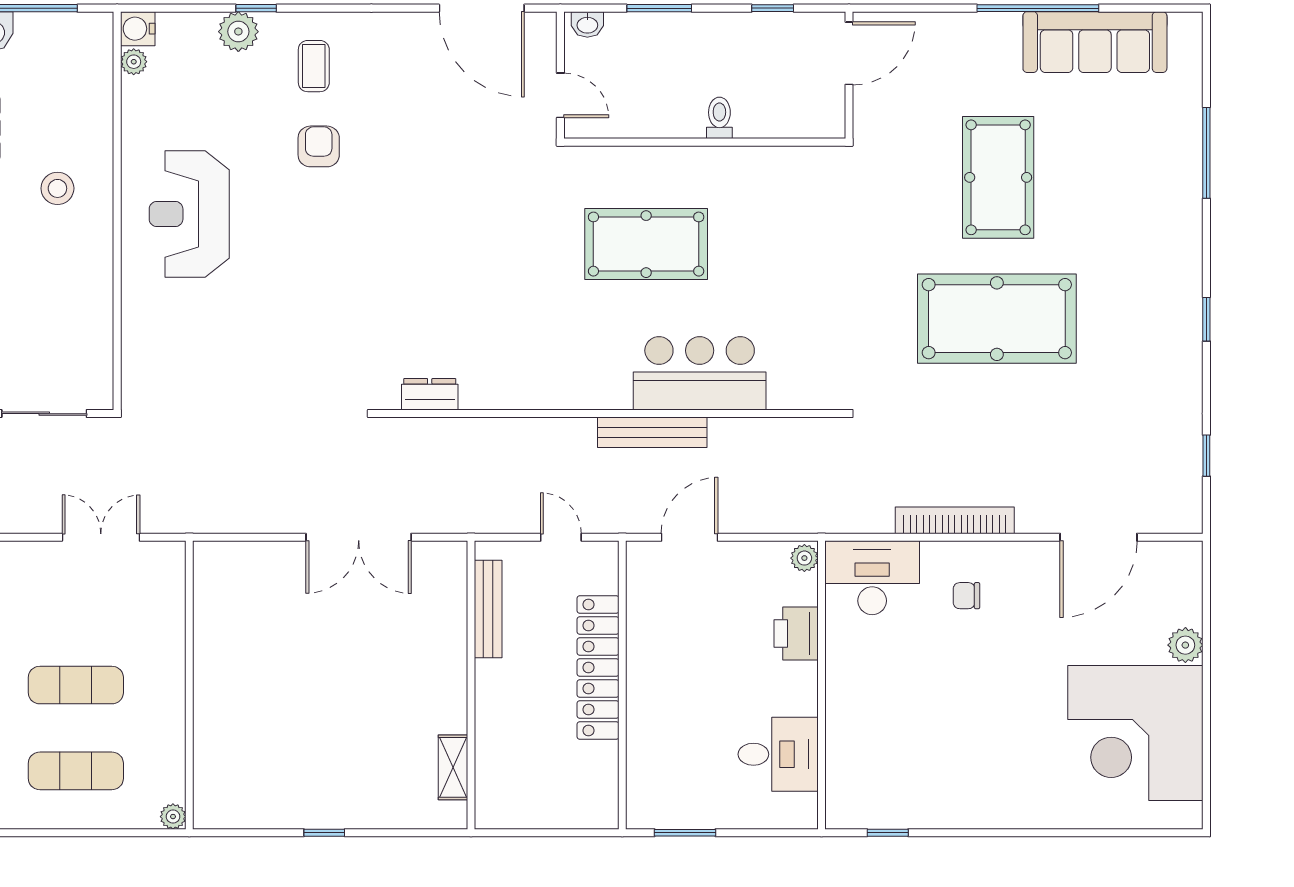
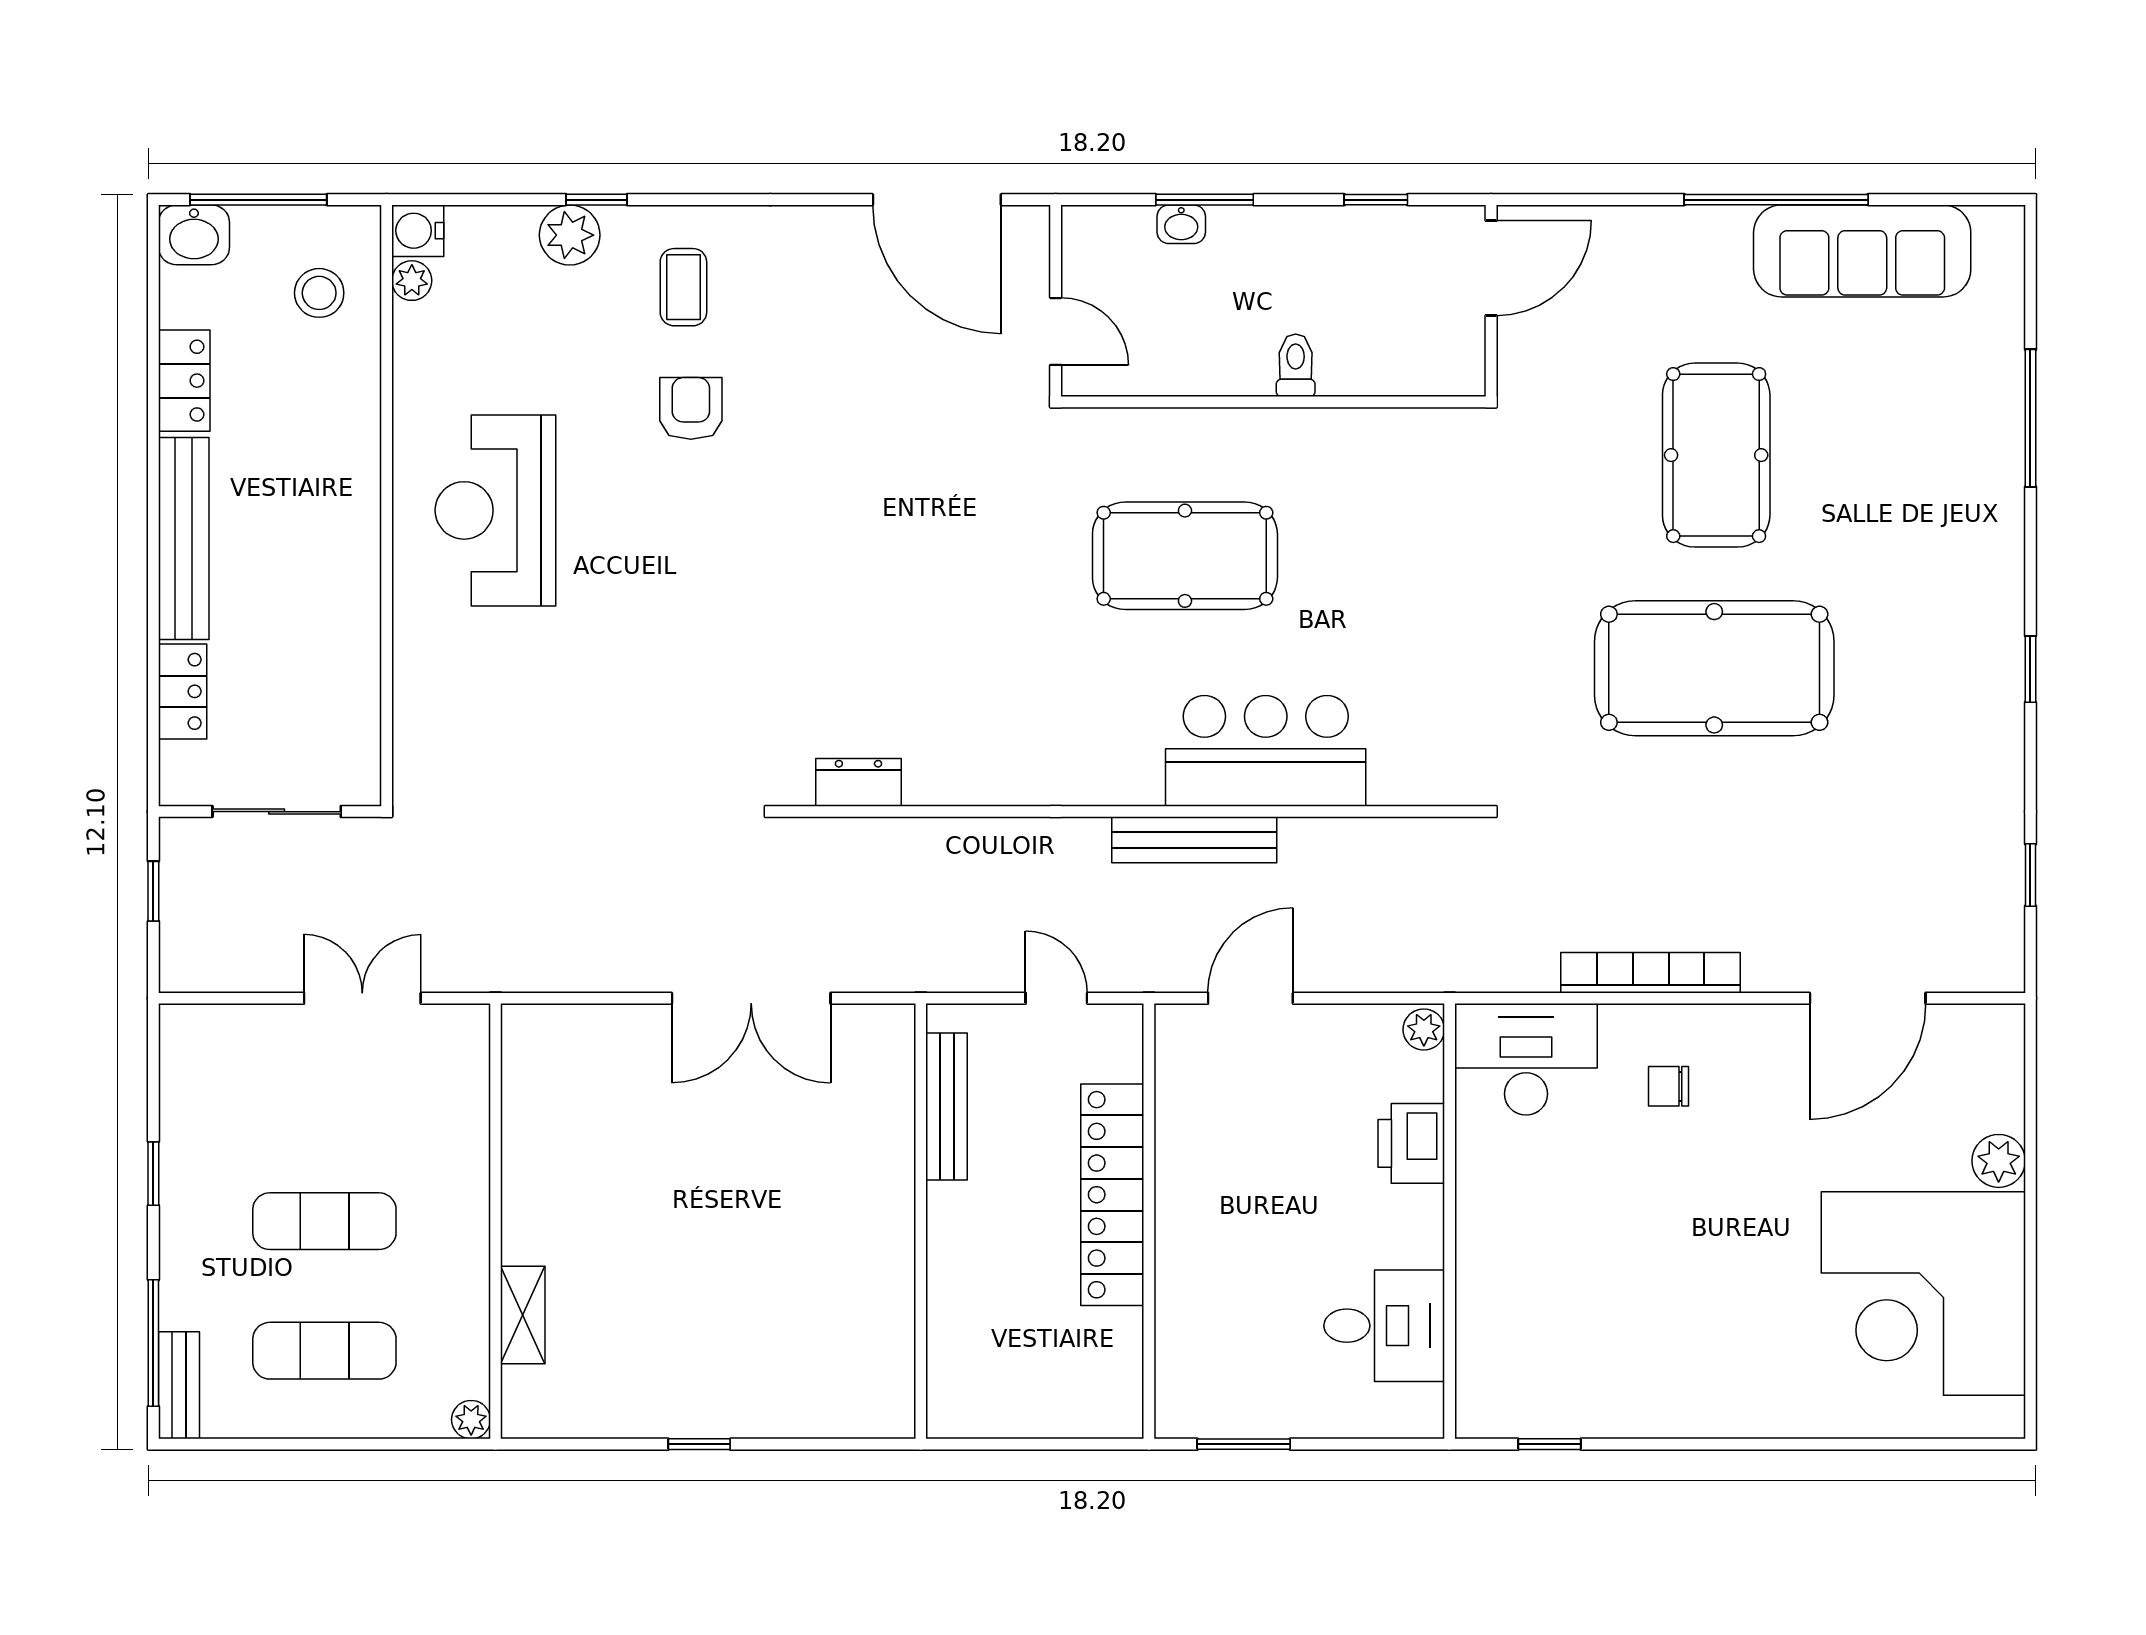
washbasin: (587, 24) -> (1181, 224), moved
stool: (57, 188) -> (319, 293), moved
shelving: (453, 767) -> (523, 1315), moved

